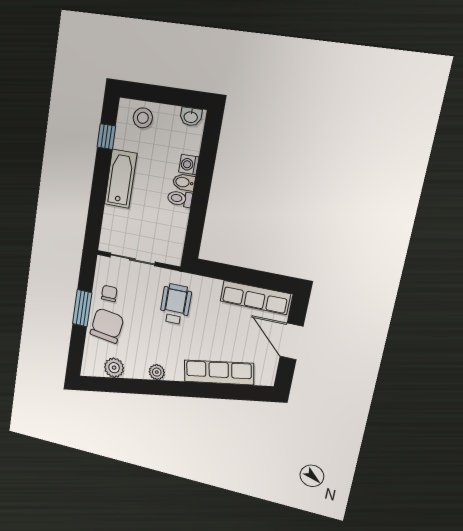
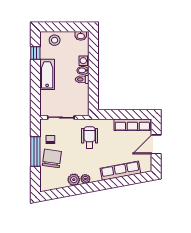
window: (82, 308) -> (35, 151), width x1.44
door: (292, 341) -> (156, 144), hinge flipped
plant: (114, 368) -> (74, 180), moved

